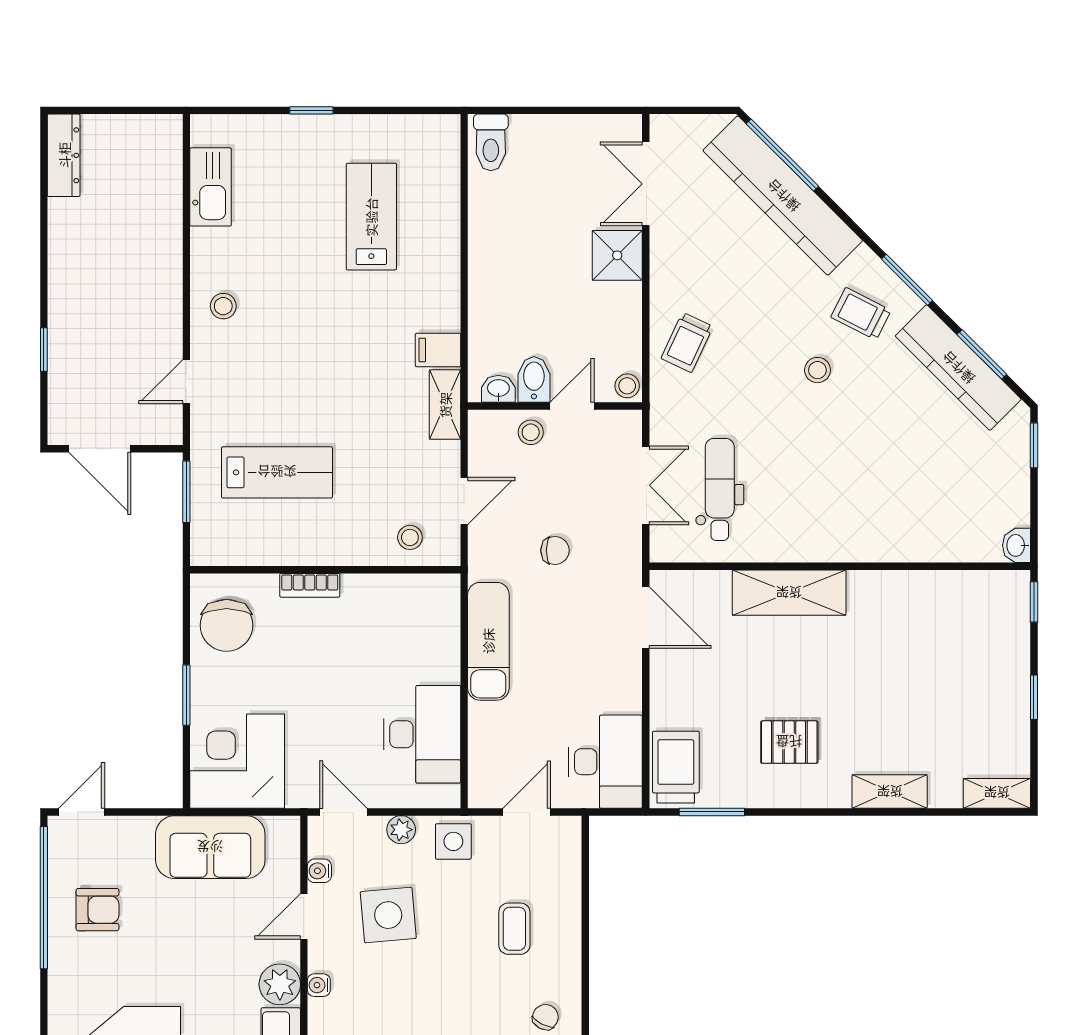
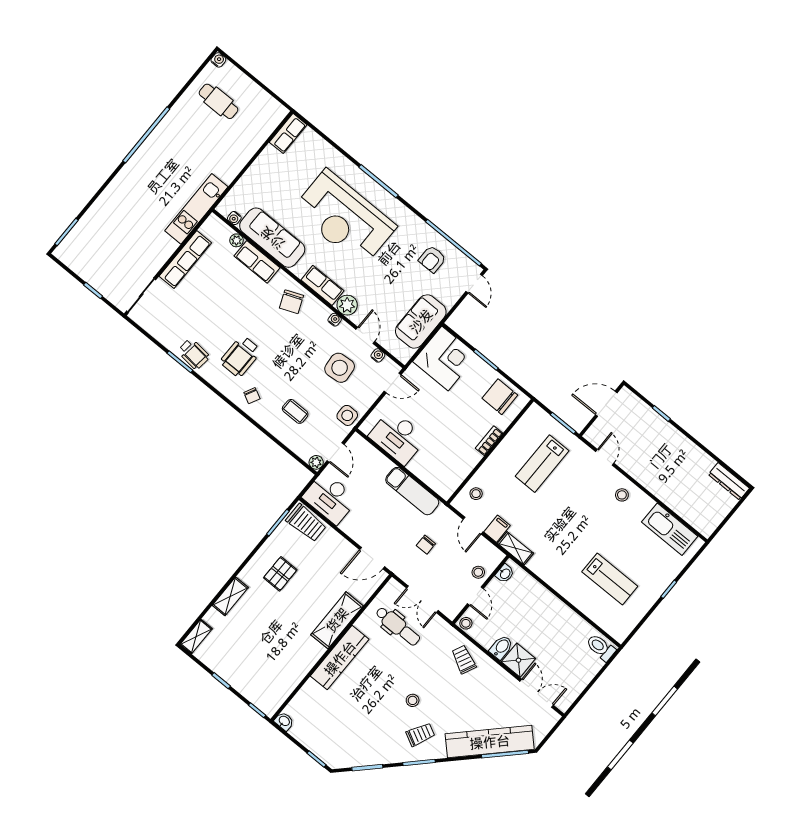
kitchen sink: (211, 187) -> (670, 529), width x1.36, depth x1.24
filing cabinet: (438, 350) -> (497, 529), moved
kitchen counter: (958, 368) -> (340, 658), moved, turned 135
bidet: (534, 379) -> (501, 647), moved, turned -90
plant: (401, 830) -> (316, 462), moved

